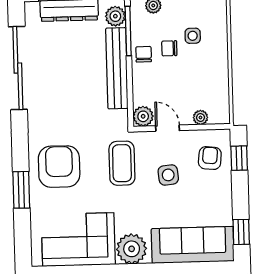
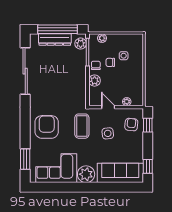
bench: (117, 68) -> (81, 73), removed
plant: (143, 116) -> (95, 81), moved
window: (21, 190) -> (25, 159), moved

